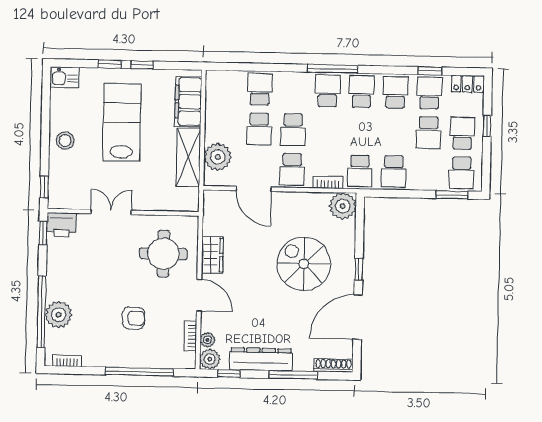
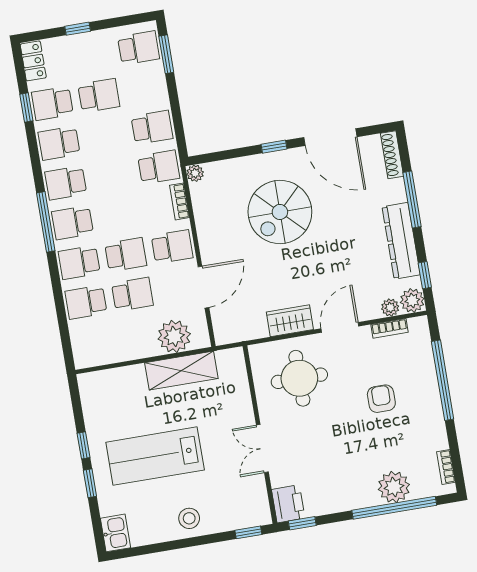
filing cabinet: (188, 102) -> (116, 383), removed
school desk: (462, 133) -> (79, 262), moved
plant: (343, 206) -> (195, 173), width x0.53, depth x0.53

